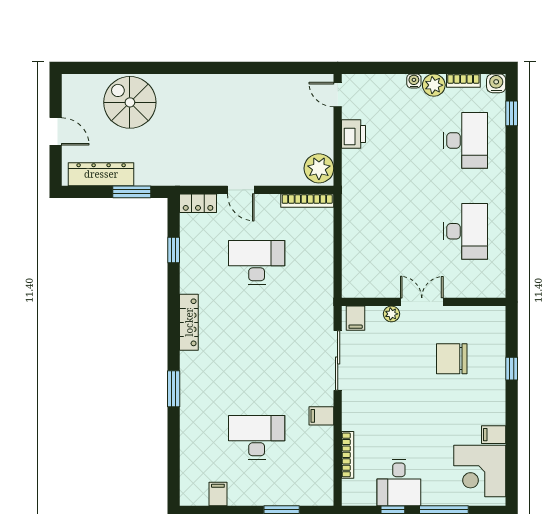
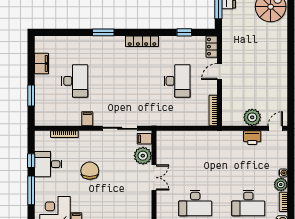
plant: (319, 168) -> (252, 117), moved
plant: (391, 314) -> (143, 156), width x1.87, depth x1.87
chair: (452, 359) -> (90, 171), moved
filing cabinet: (218, 494) -> (42, 63), width x2.00

